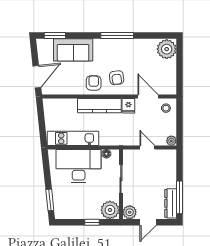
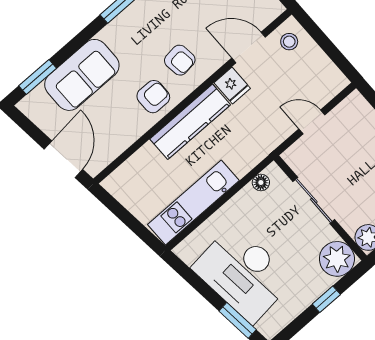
armchair: (94, 83) -> (153, 97), turned 90
plant: (171, 141) -> (338, 82), removed
desk: (79, 166) -> (243, 274), moved, turned -96

